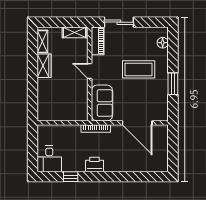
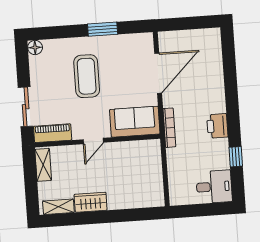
floor lamp: (163, 43) -> (35, 48), moved

